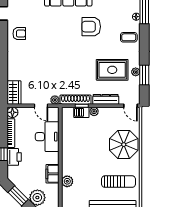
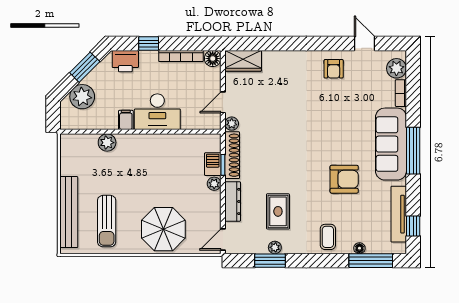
armchair: (91, 27) -> (344, 179), turned 90
rug: (112, 70) -> (278, 211), width x0.73, depth x0.70
desk: (47, 137) -> (157, 112), moved
printer: (14, 157) -> (125, 61), moved
filing cabinet: (53, 174) -> (126, 120), width x0.50

